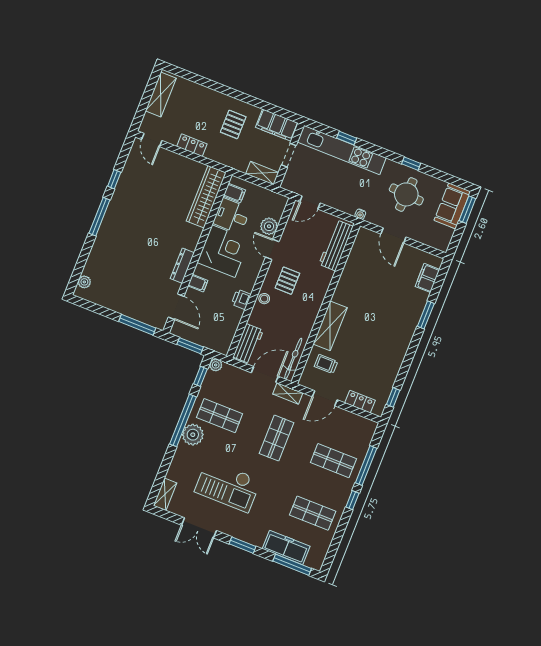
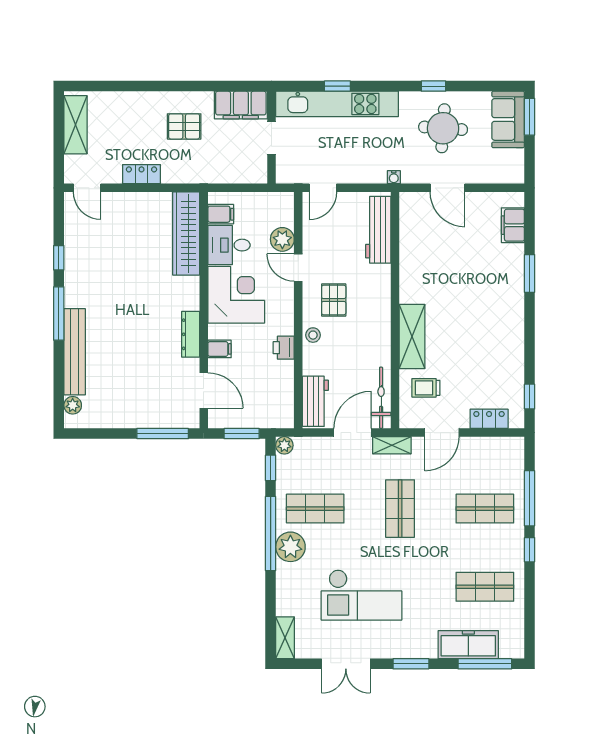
pallet: (233, 124) -> (184, 126), turned 90
shelving: (262, 173) -> (246, 174), removed
bench: (100, 247) -> (75, 352), added

